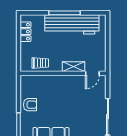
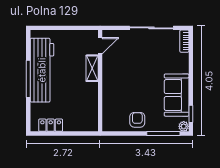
trolley: (40, 63) -> (88, 108), removed
door: (92, 73) -> (100, 46), hinge flipped

